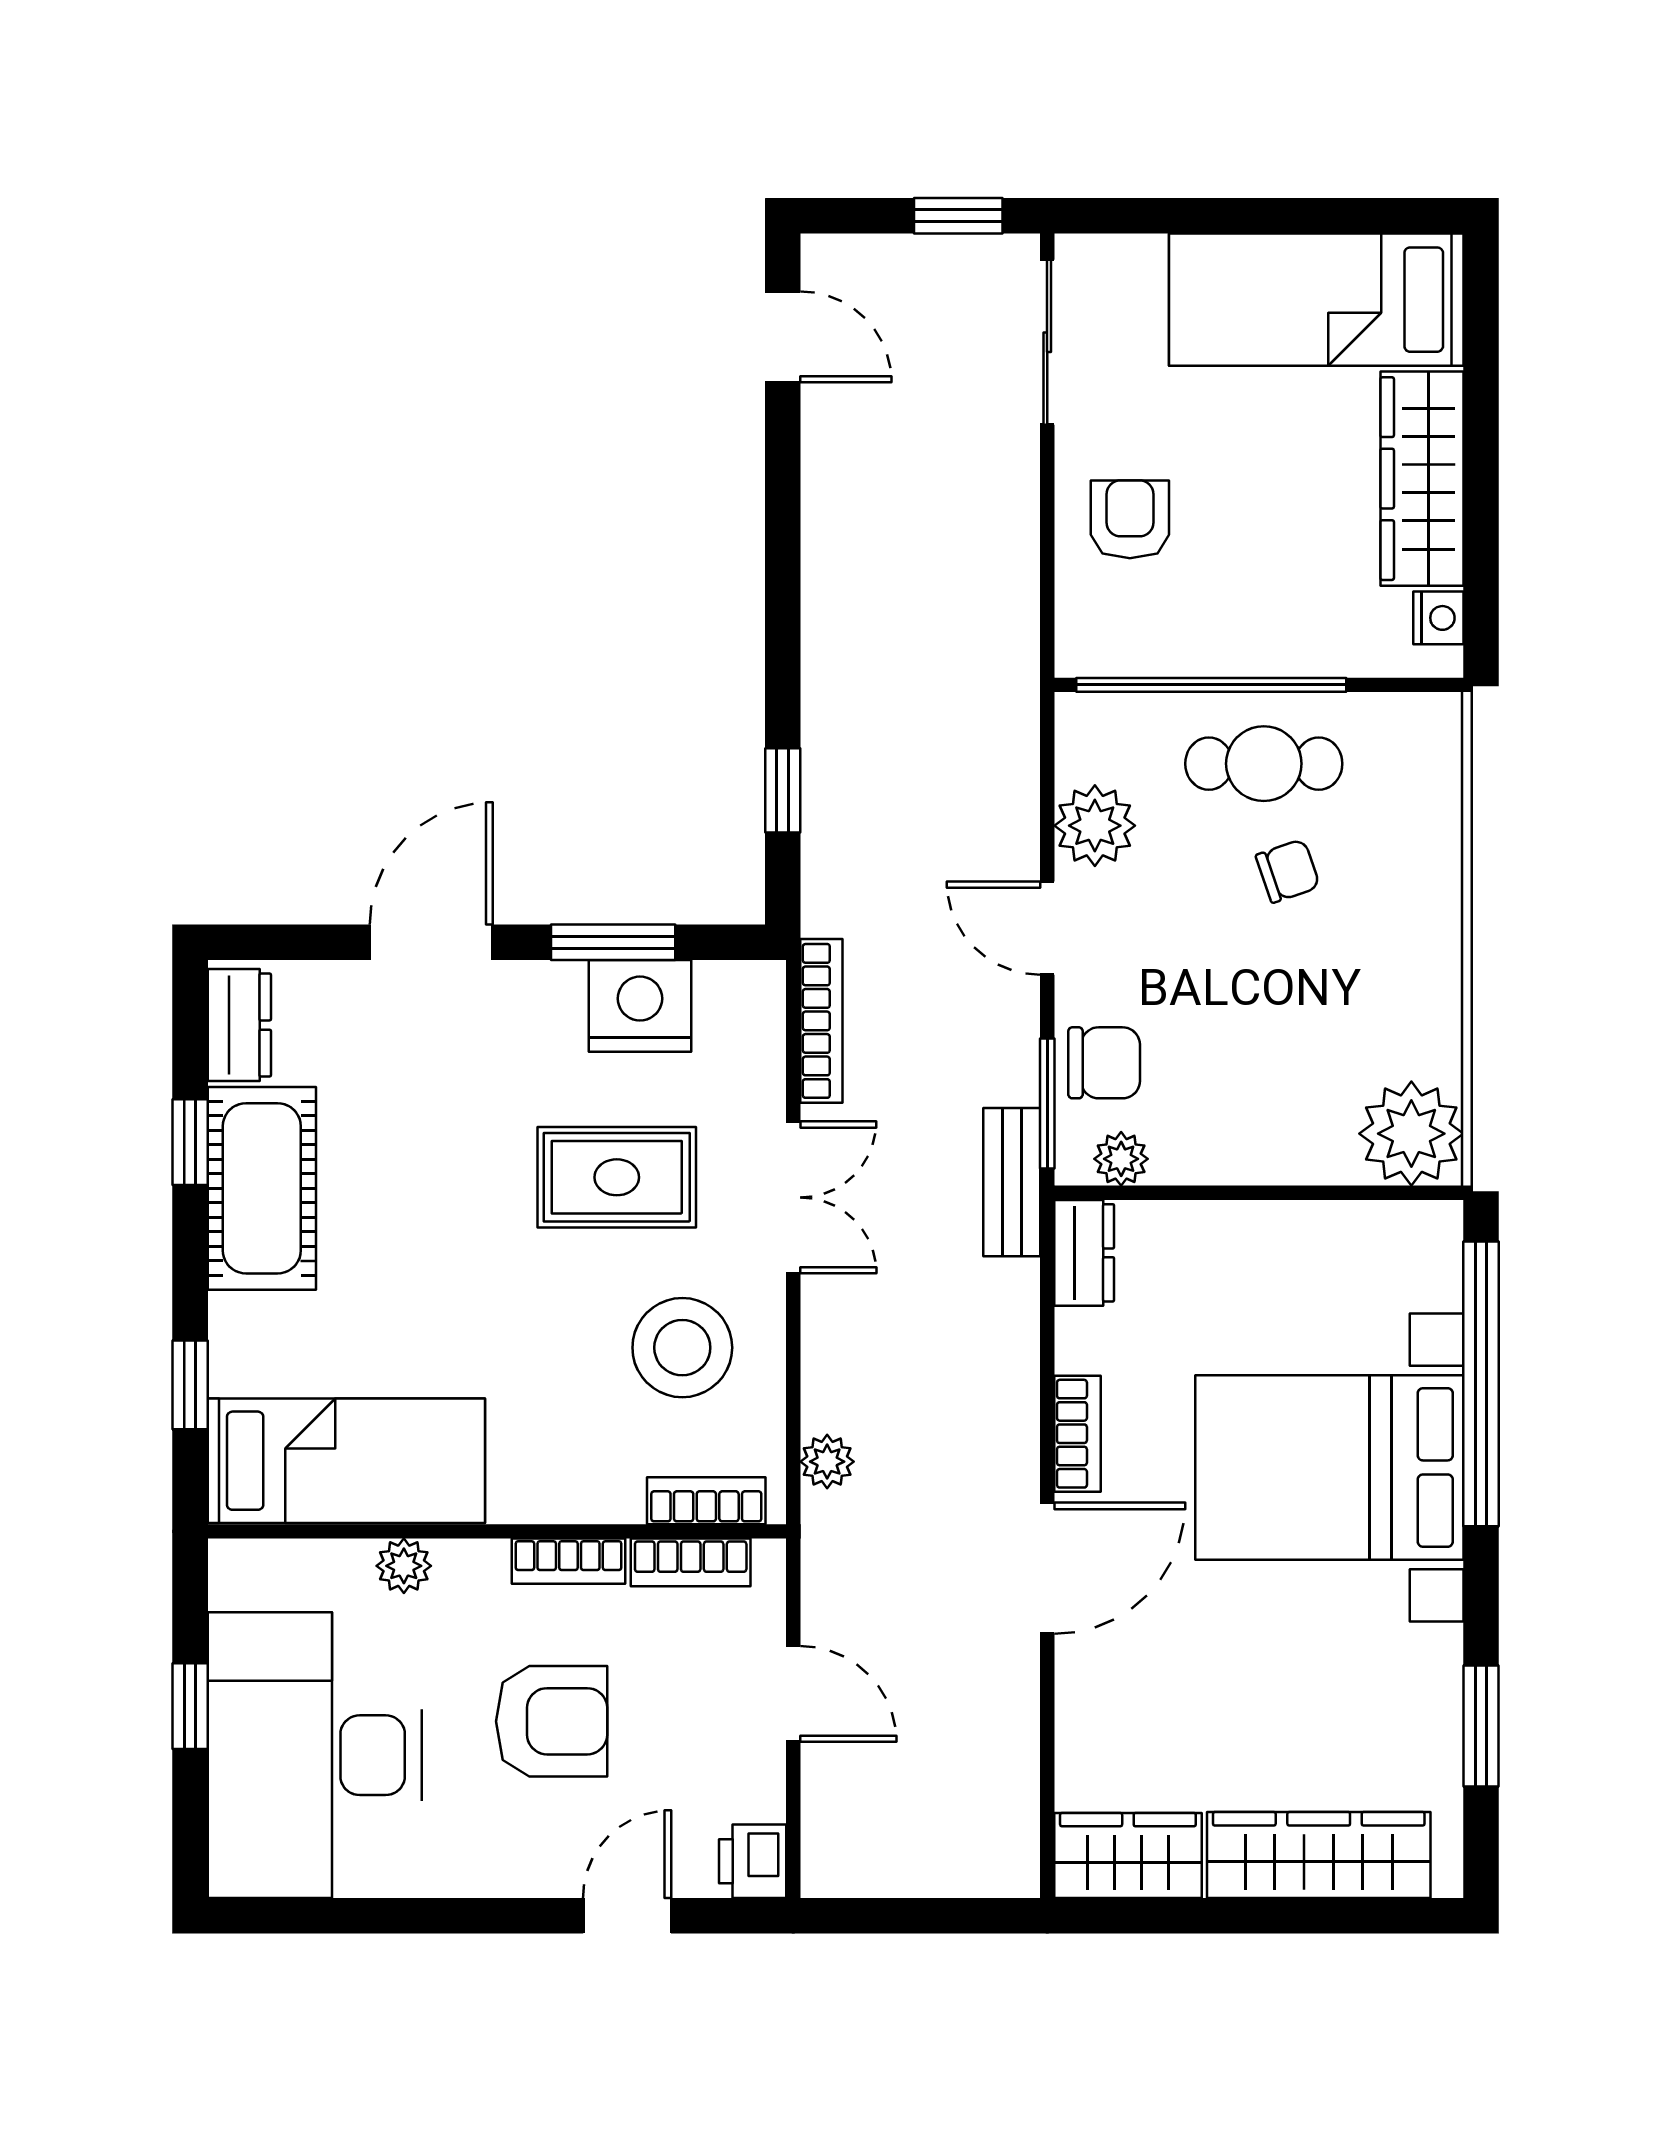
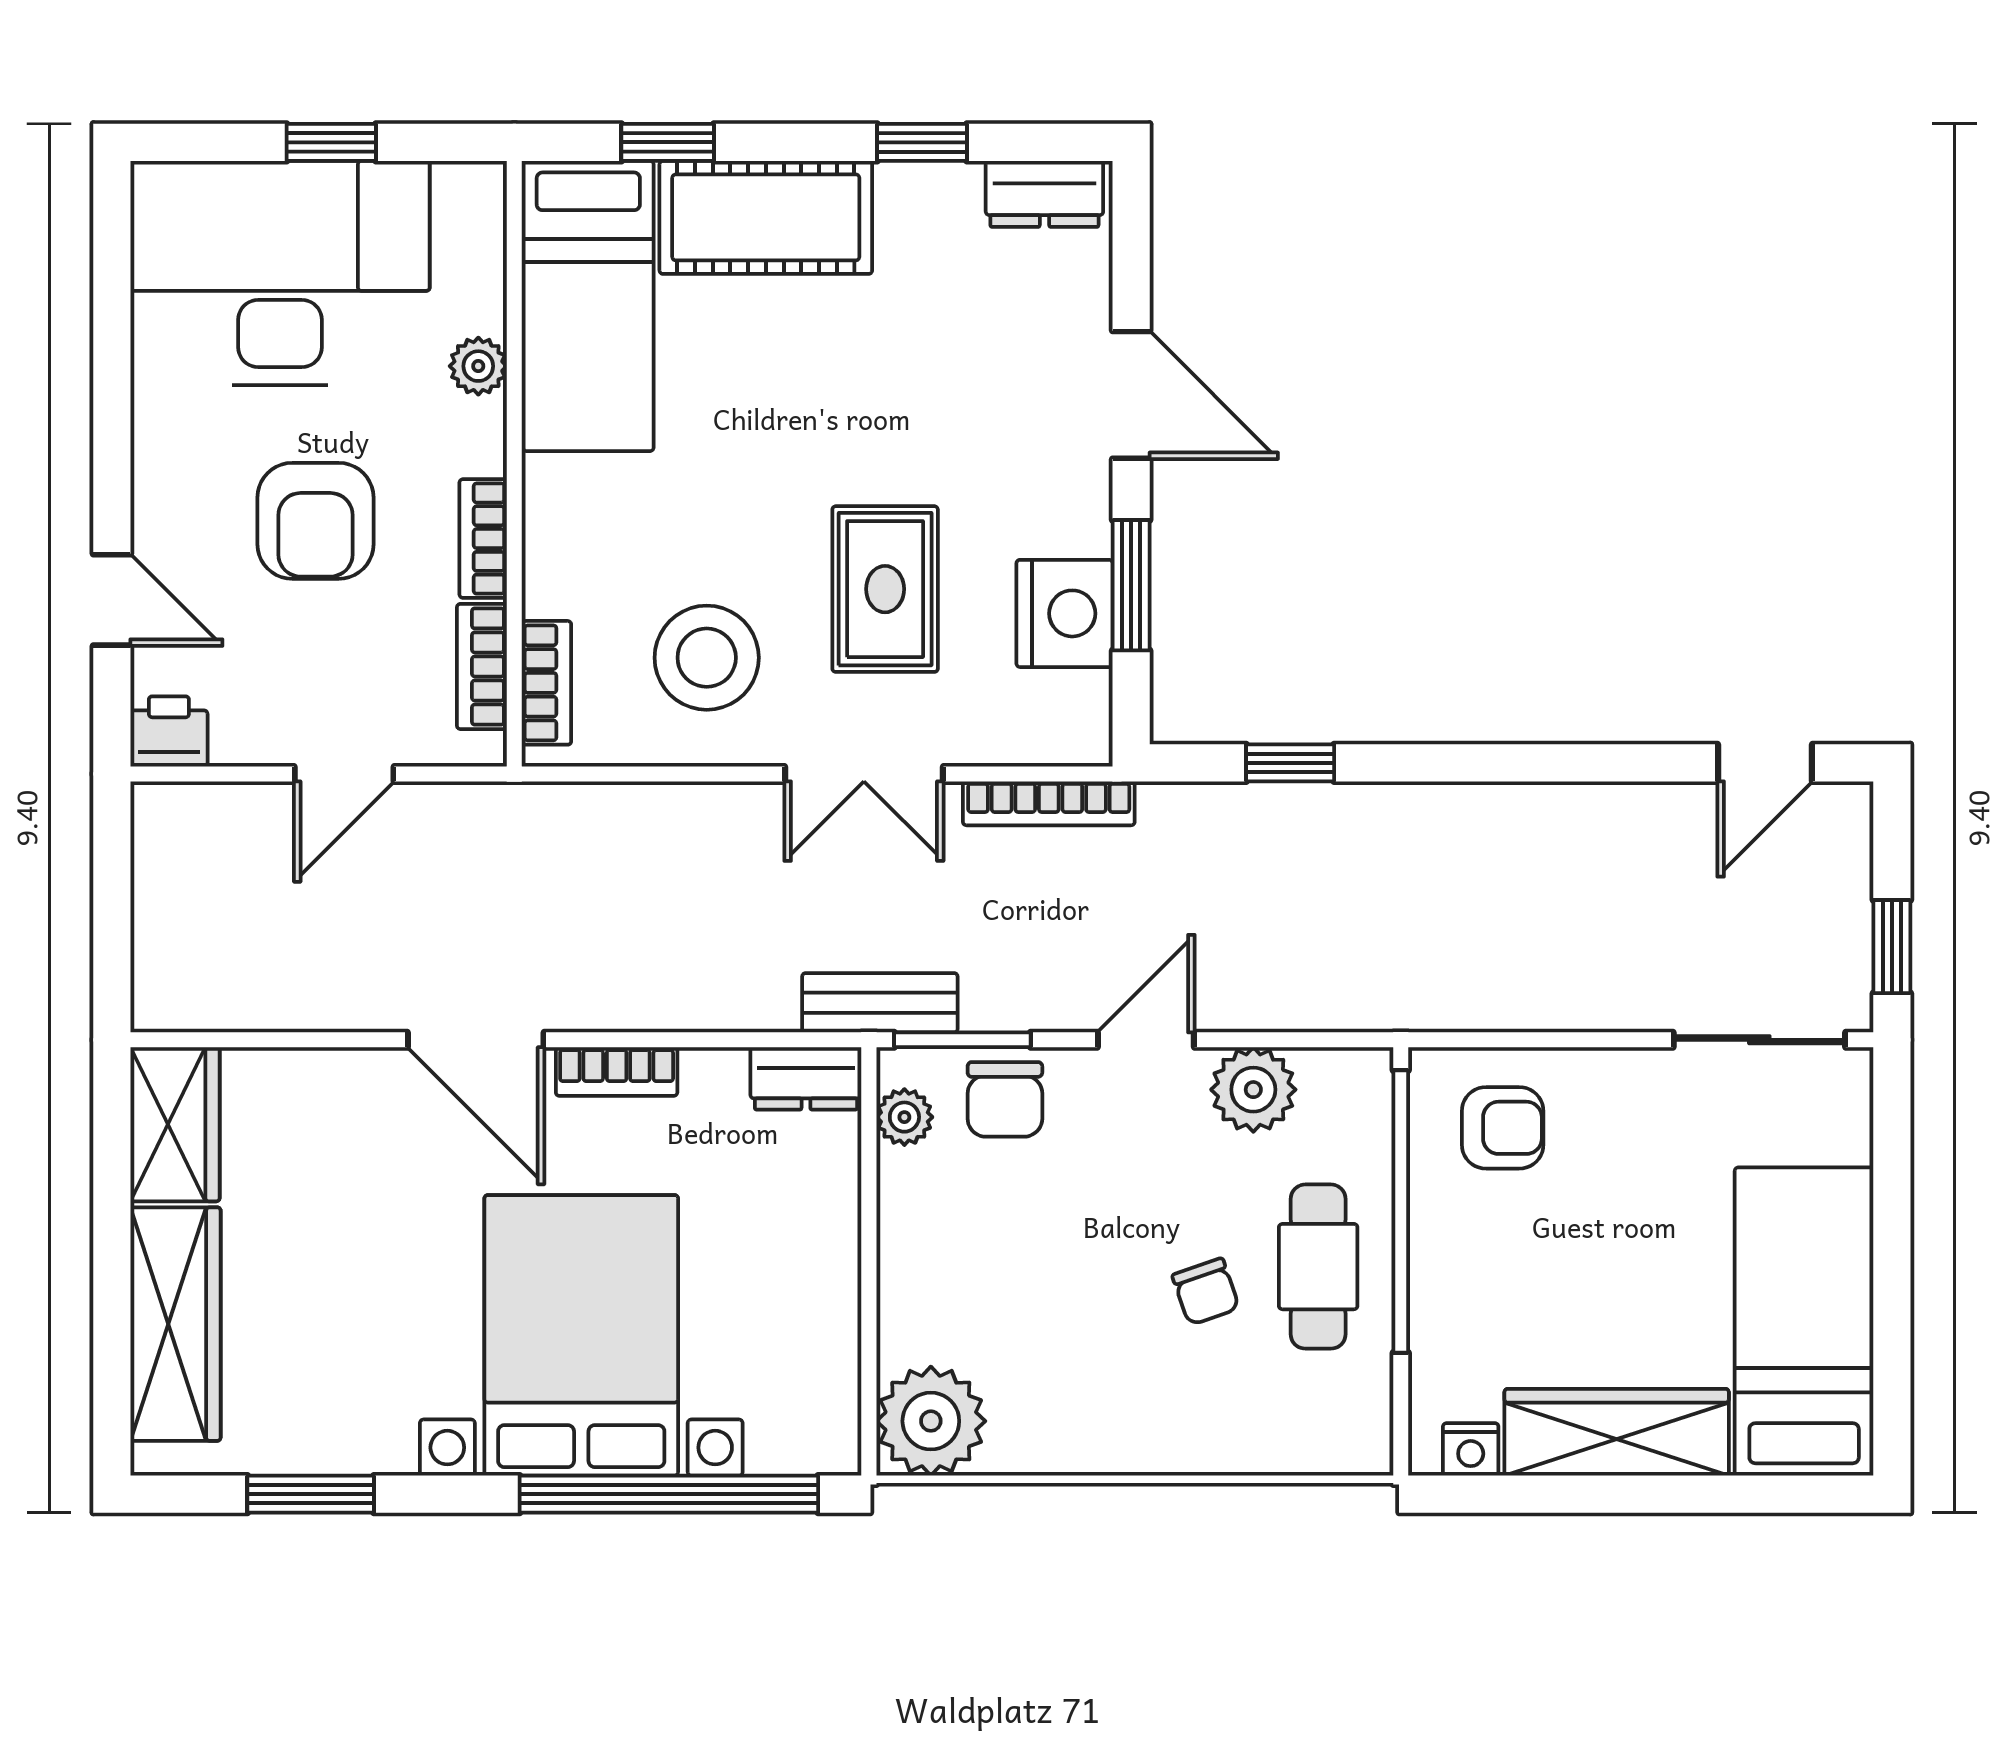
armchair: (1130, 519) -> (1503, 1128), moved
cot: (262, 1188) -> (766, 217), moved
plant: (827, 1462) -> (587, 809), removed

